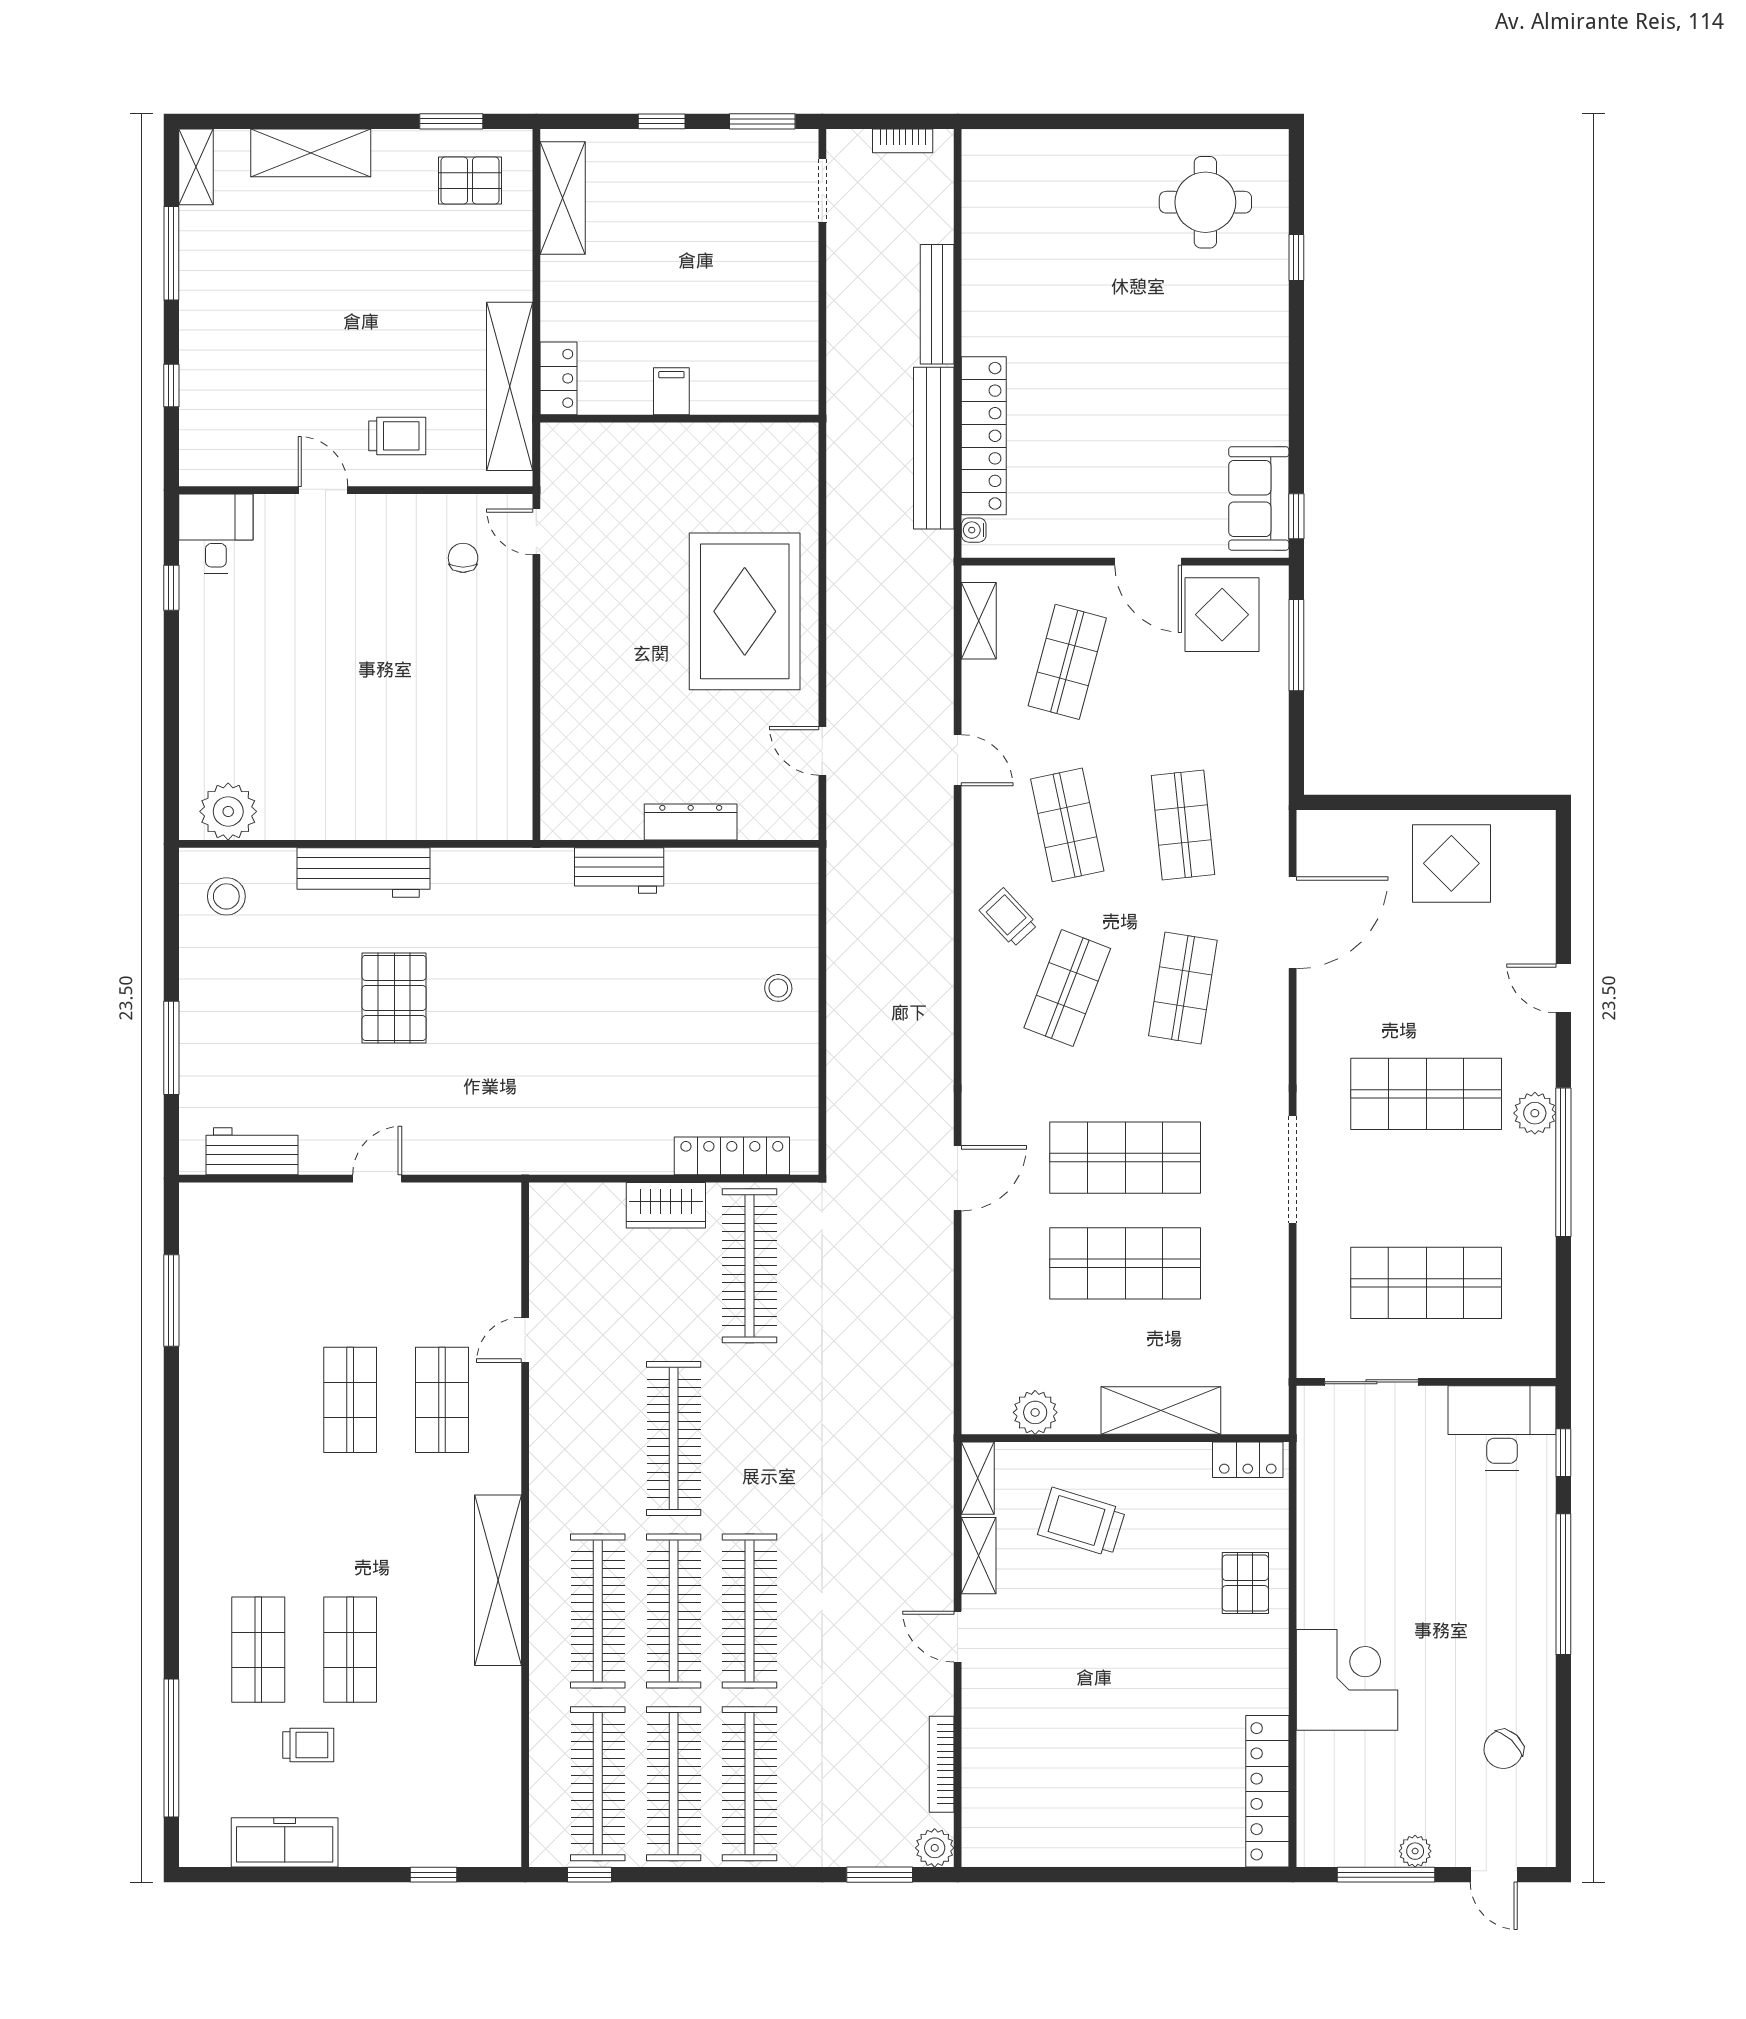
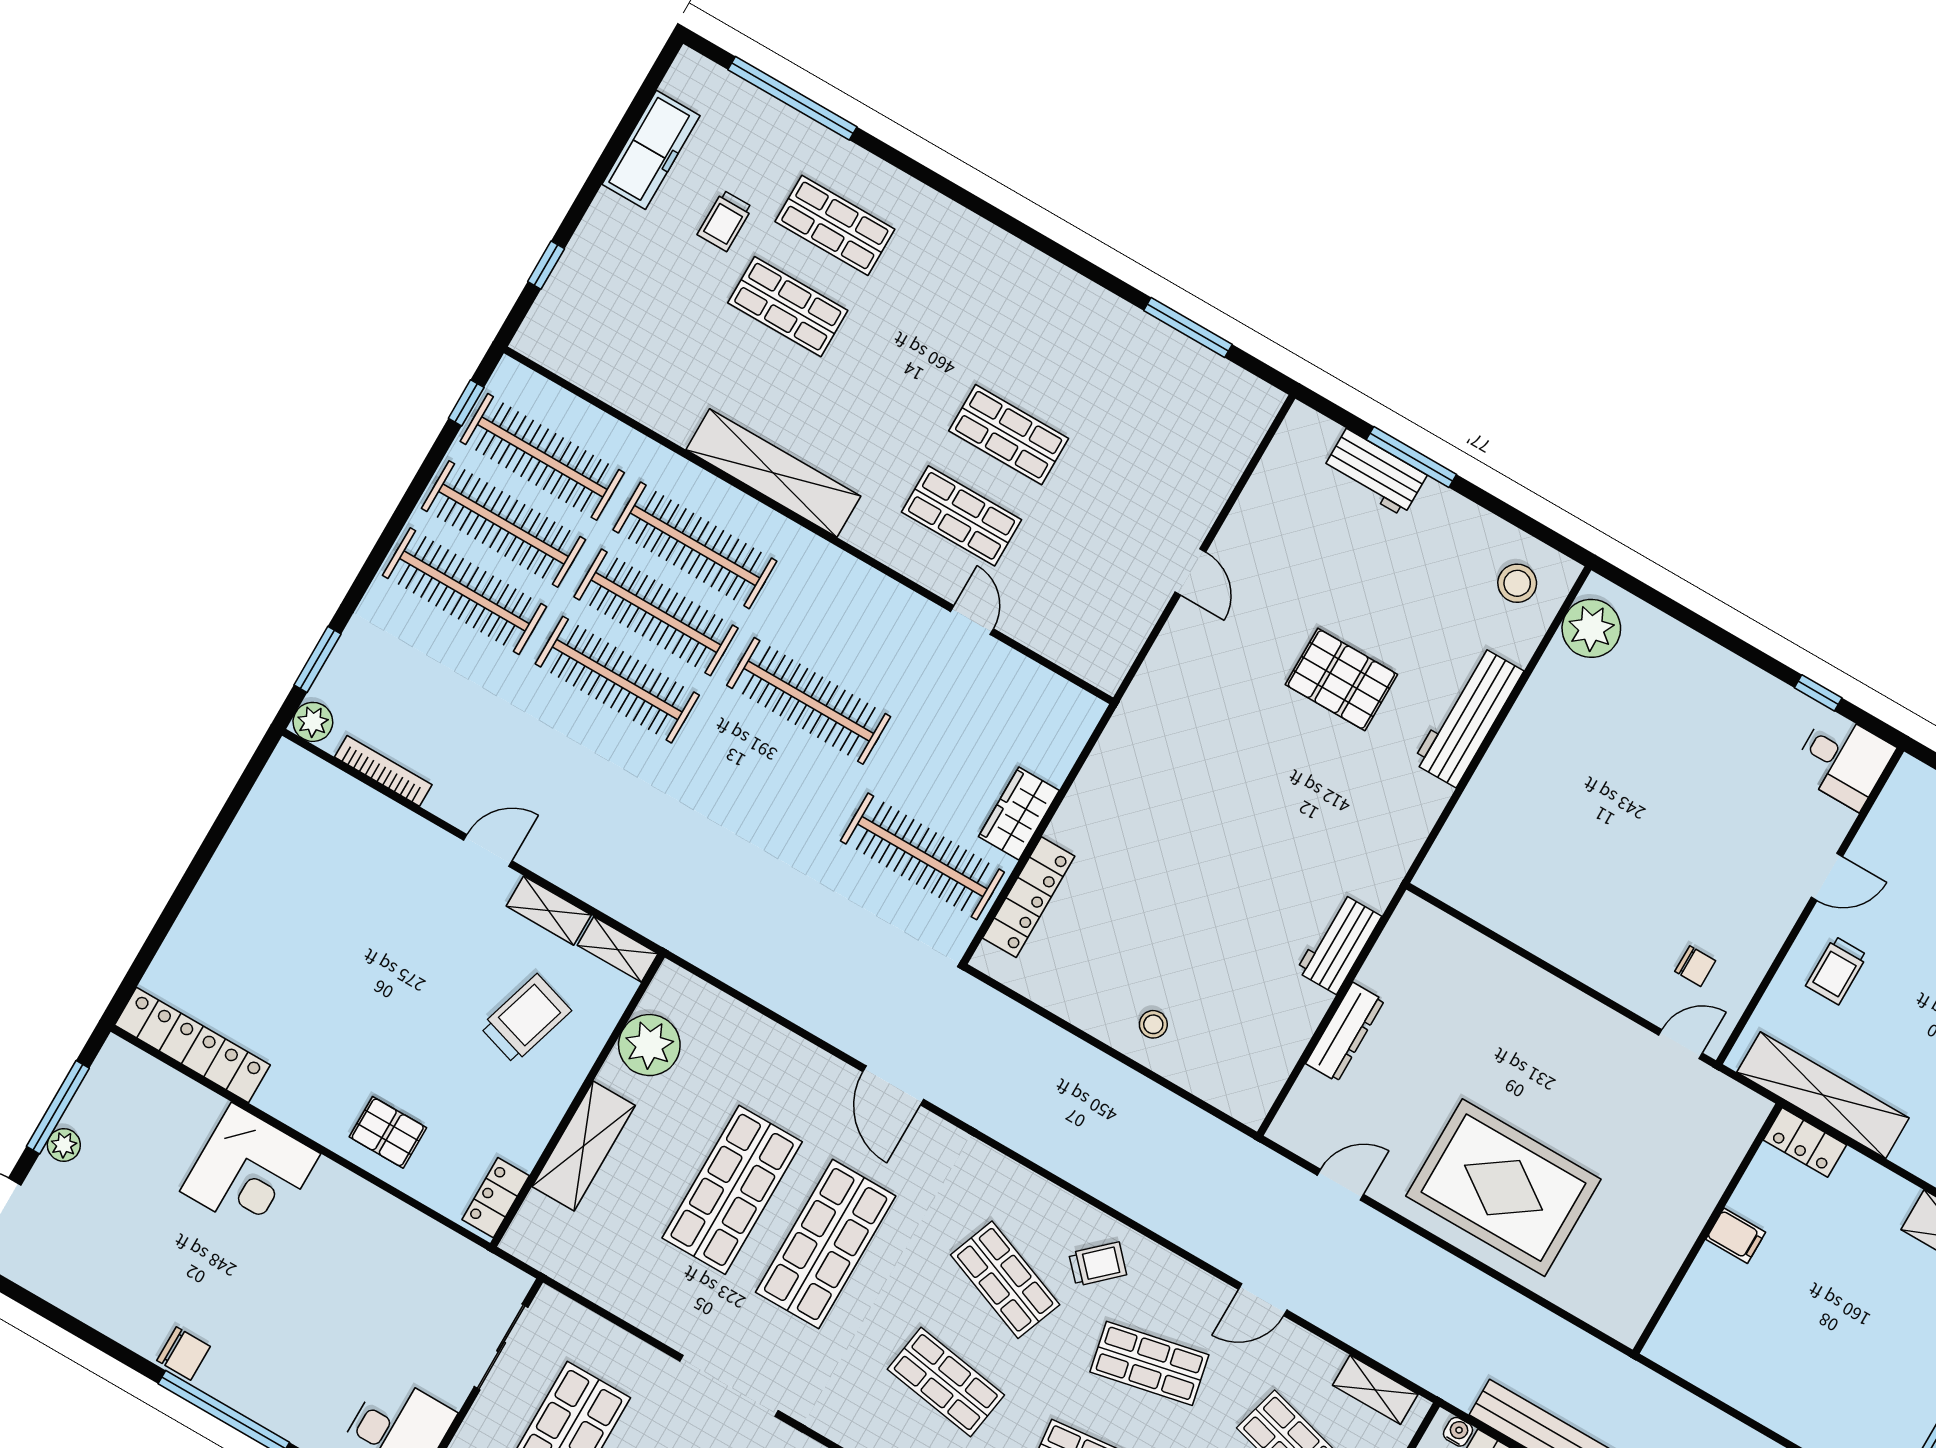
workbench: (252, 1151) -> (1375, 473), moved, turned 90
plant: (1035, 1412) -> (649, 1045), width x1.36, depth x1.36
chair: (1503, 1749) -> (184, 1353), moved, turned 137

